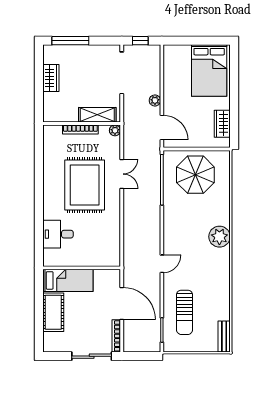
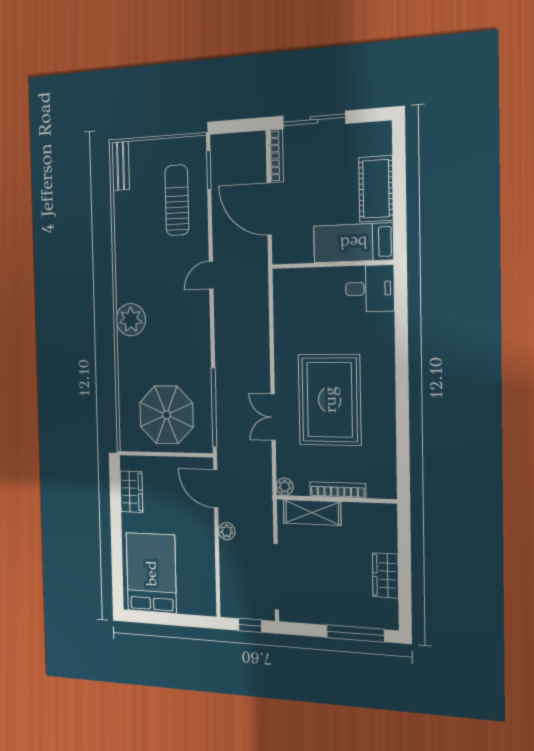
desk: (58, 234) -> (370, 289), moved

